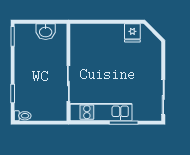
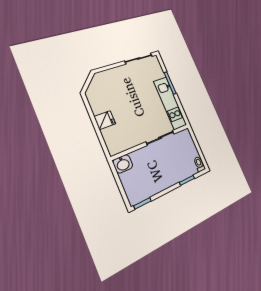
washbasin: (46, 32) -> (123, 164), moved, turned 90
fridge: (132, 33) -> (105, 120), moved

